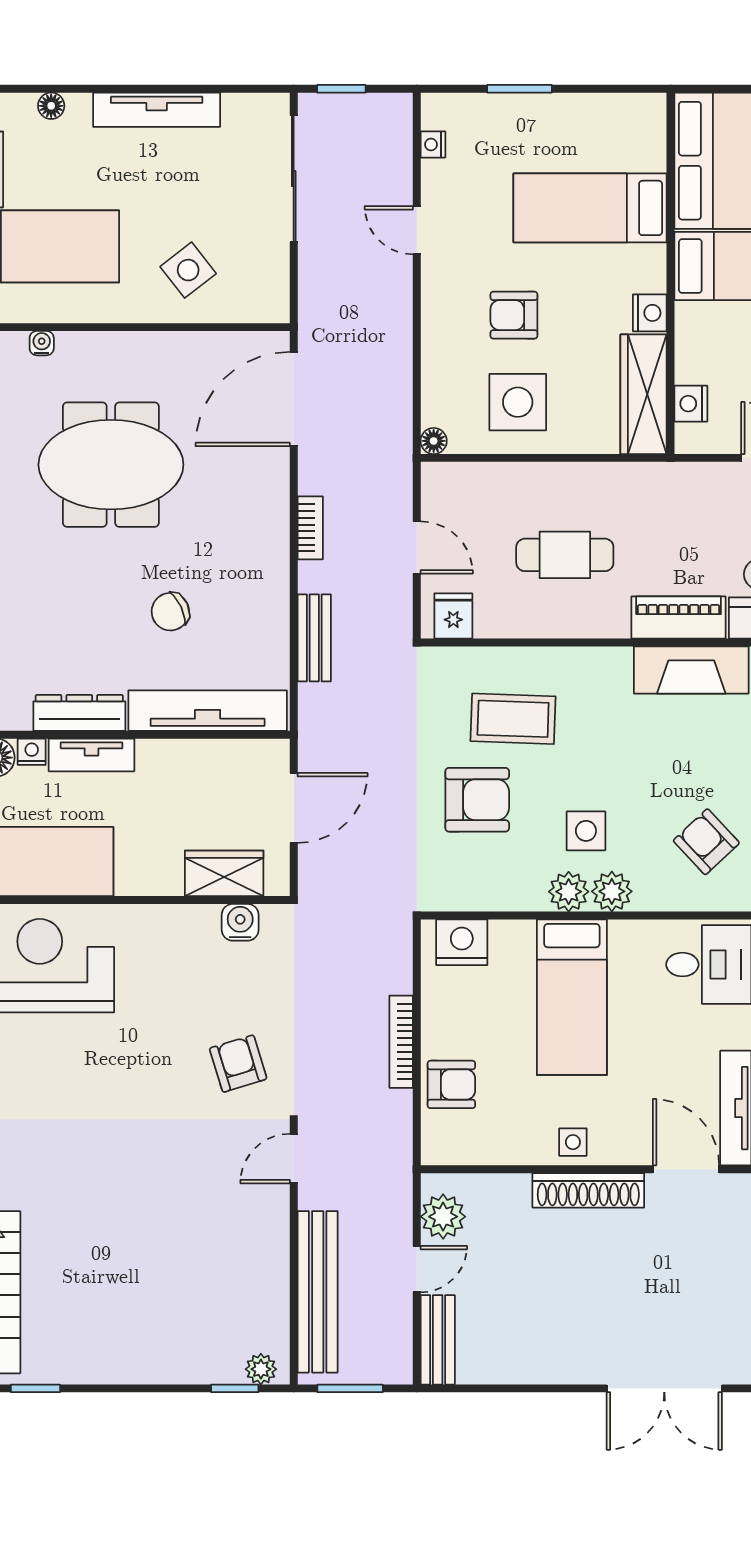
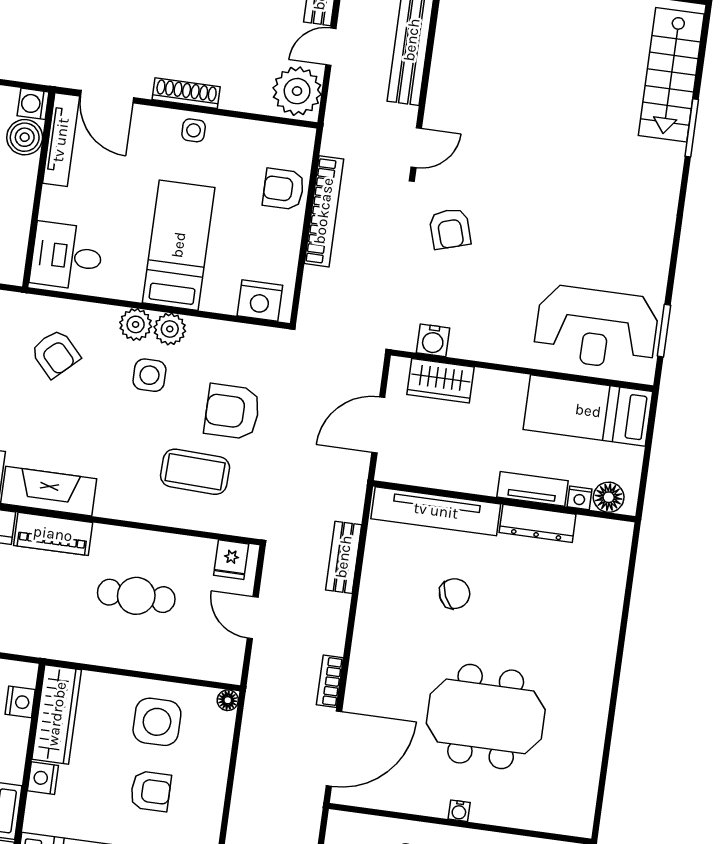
water cooler: (42, 343) -> (459, 811), moved
bookcase: (310, 528) -> (330, 681), moved
bookcase: (401, 1042) -> (324, 211), width x1.48, depth x1.31
shoe rack: (588, 1190) -> (186, 93), width x0.74, depth x0.81
plant: (443, 1217) -> (297, 91), width x1.36, depth x1.36

